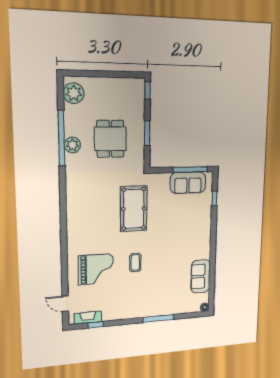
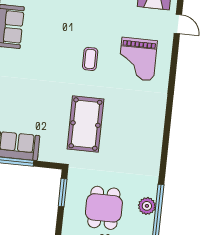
window: (147, 133) -> (63, 193), moved
grand piano: (96, 269) -> (138, 59), turned -90

